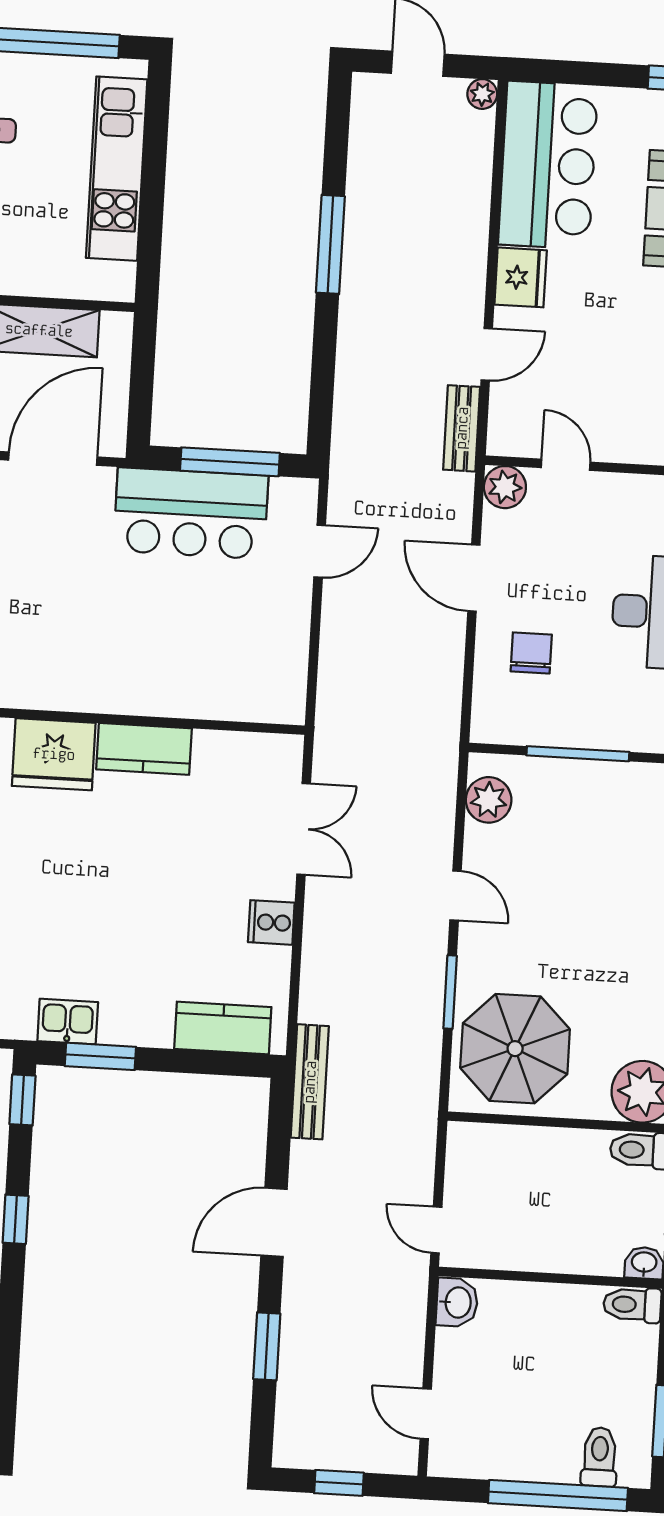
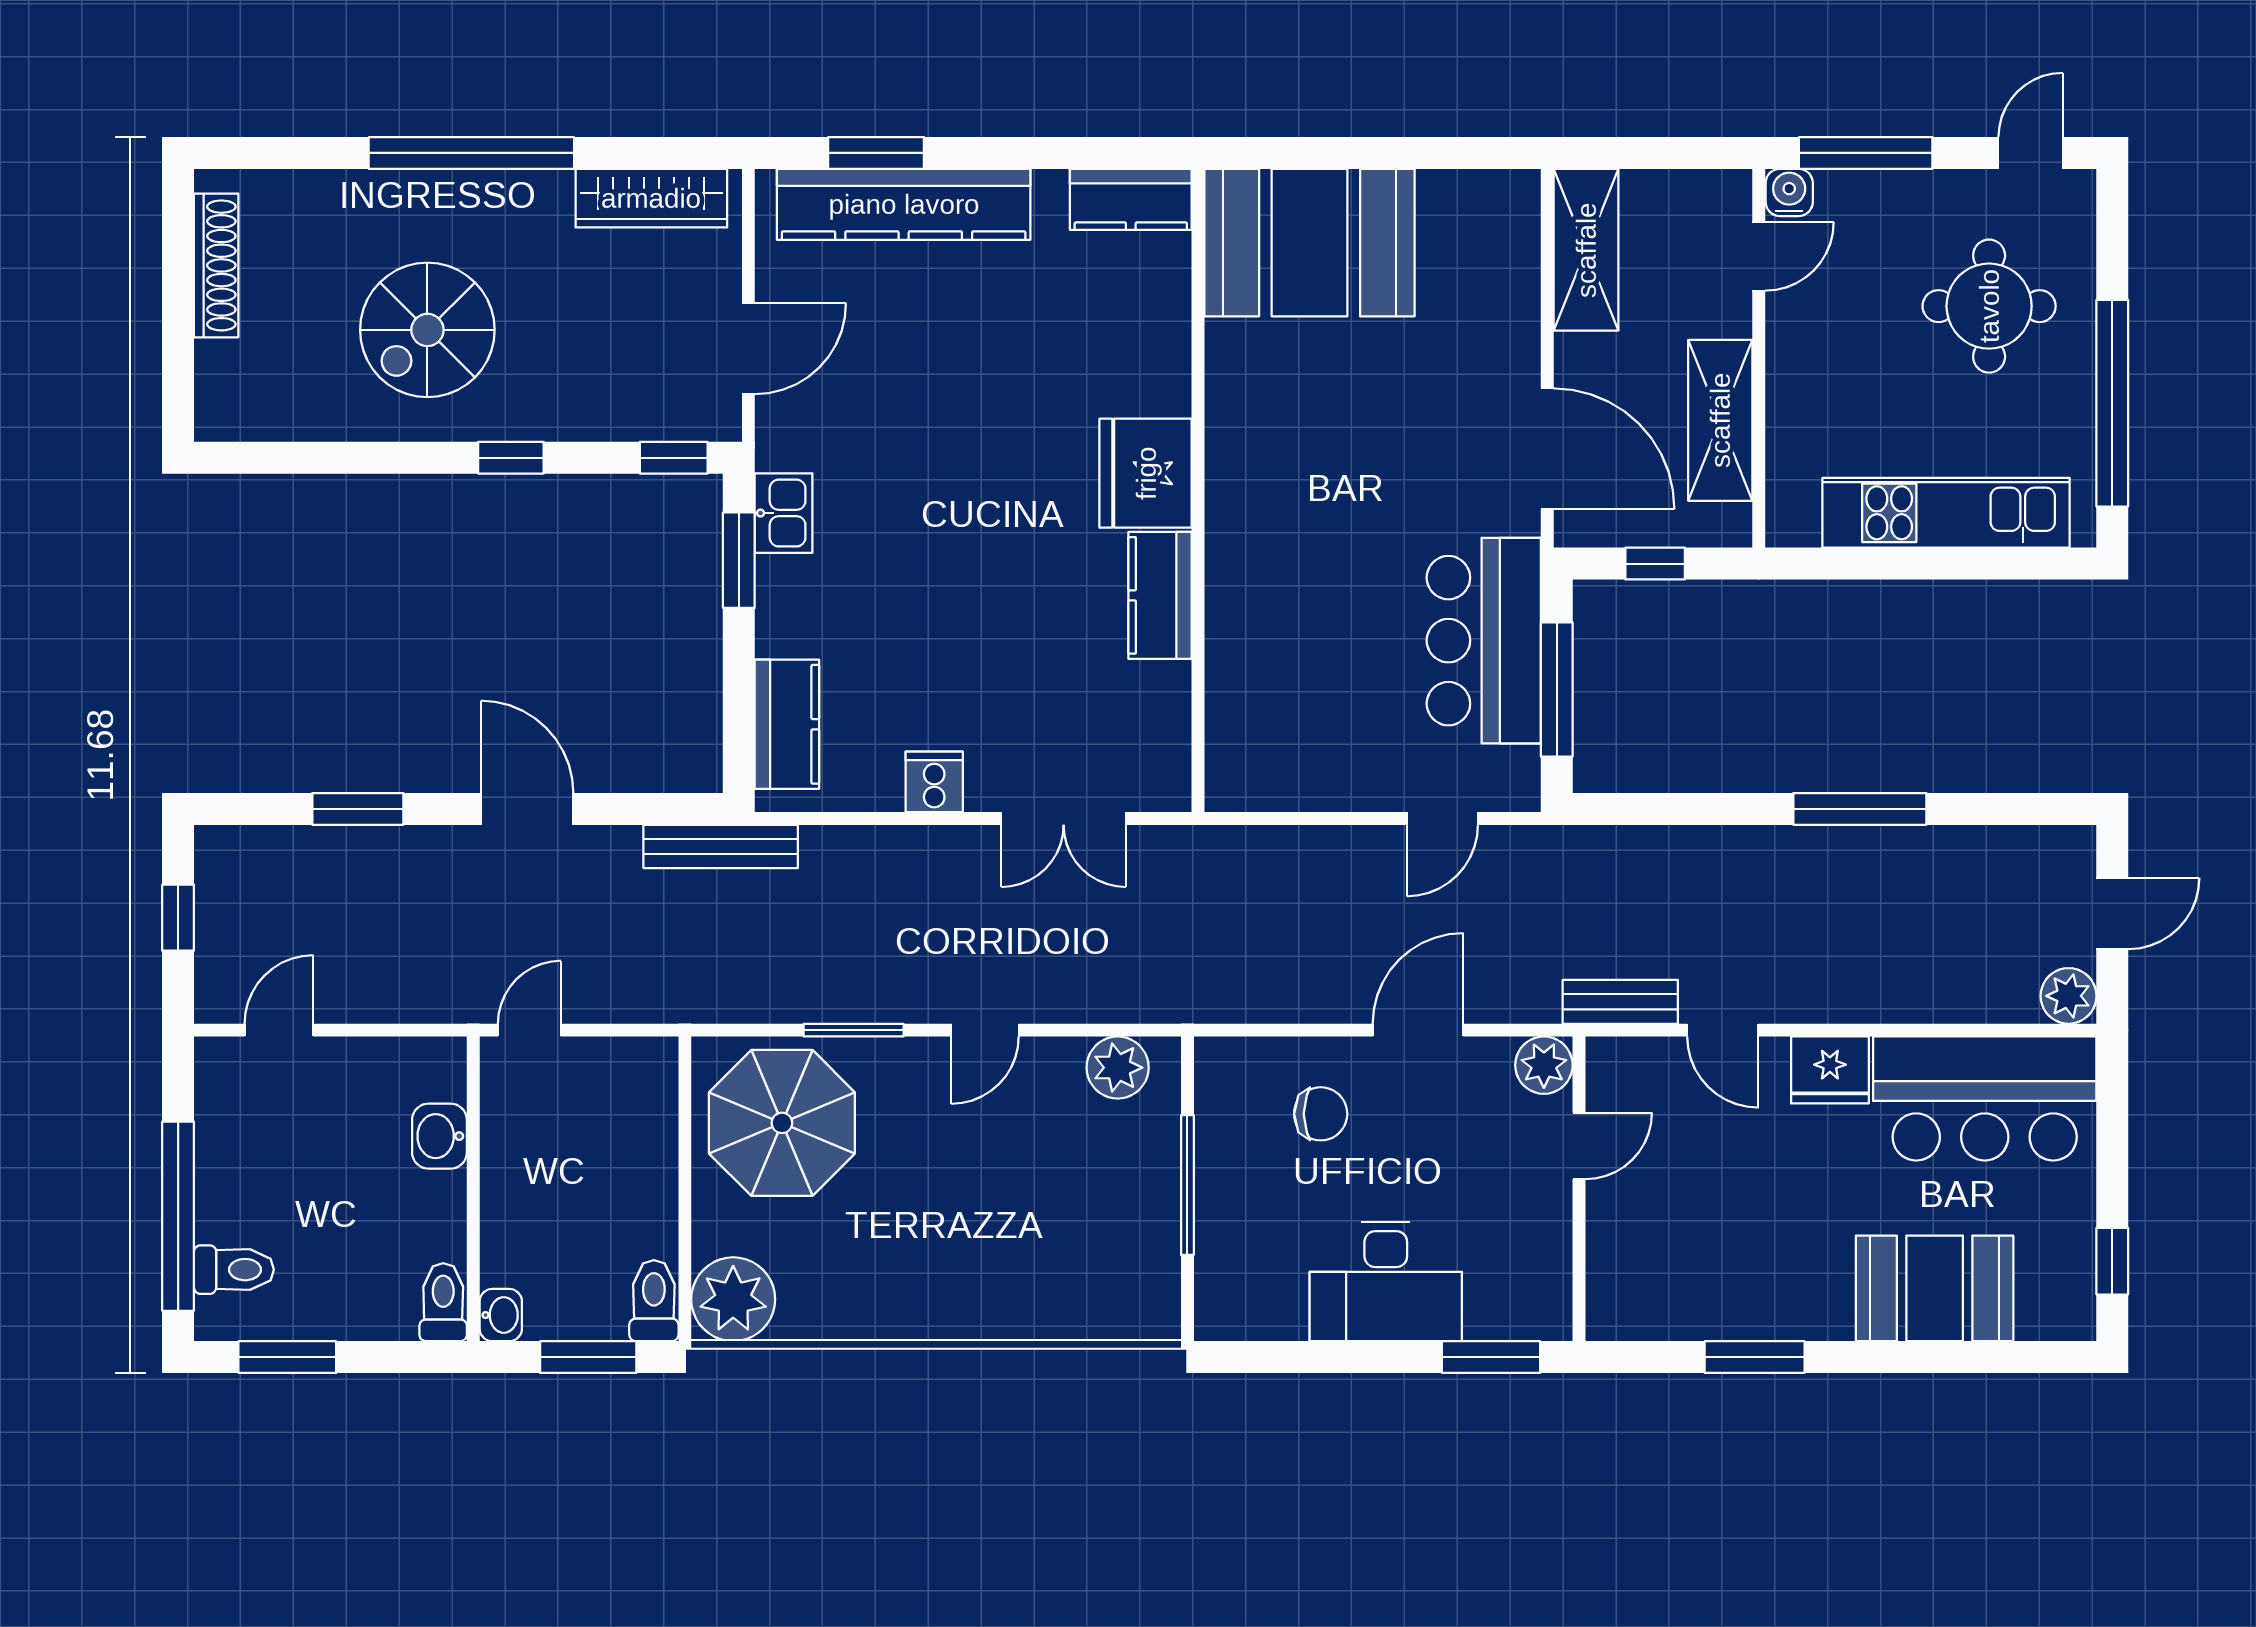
plant: (482, 94) -> (2069, 996), width x1.38, depth x1.38
window: (142, 384) -> (1655, 564), added
door: (320, 551) -> (1442, 819), hinge flipped
washbasin: (457, 1302) -> (439, 1136), moved, turned 90

